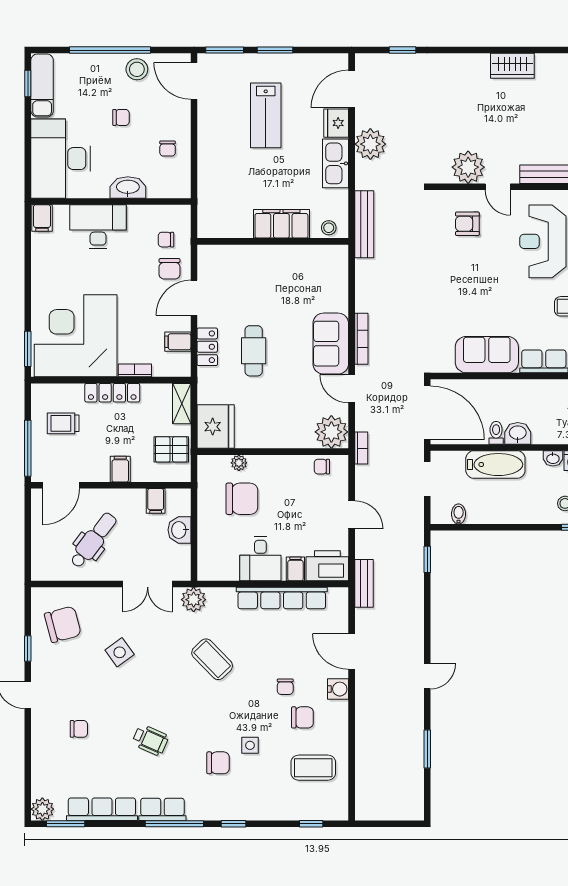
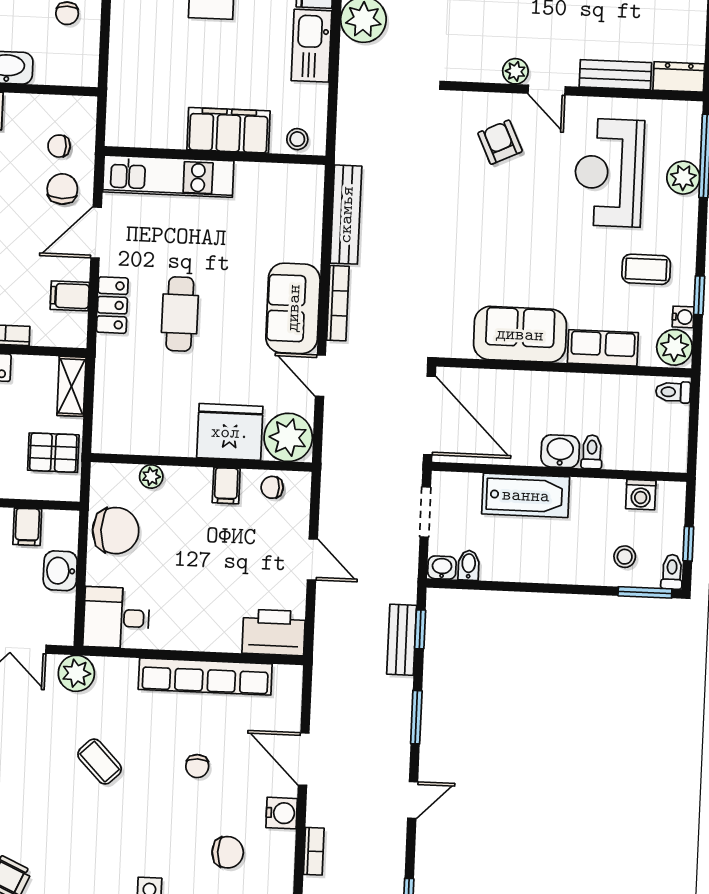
plant: (468, 167) -> (515, 71), width x0.53, depth x0.53
bench: (364, 224) -> (346, 215), moved
armchair: (467, 224) -> (500, 142), turned 65
kitchen unit: (242, 257) -> (168, 176), added
chair: (170, 269) -> (62, 189), turned 180
fridge: (216, 427) -> (230, 432), moved, turned -90
toilet: (496, 433) -> (592, 452), moved
bookcase: (361, 448) -> (314, 851), moved
washbasin: (553, 458) -> (442, 568), moved, turned 180
chair: (242, 499) -> (116, 531), moved
desk: (260, 559) -> (116, 618), moved, turned 90
filing cabinet: (295, 569) -> (226, 486), moved, turned 180
bench: (364, 583) -> (402, 640), moved
window: (427, 619) -> (416, 717), added
coffee table: (212, 659) -> (100, 762), width x0.73, depth x0.77
chair: (285, 687) -> (197, 766), moved

